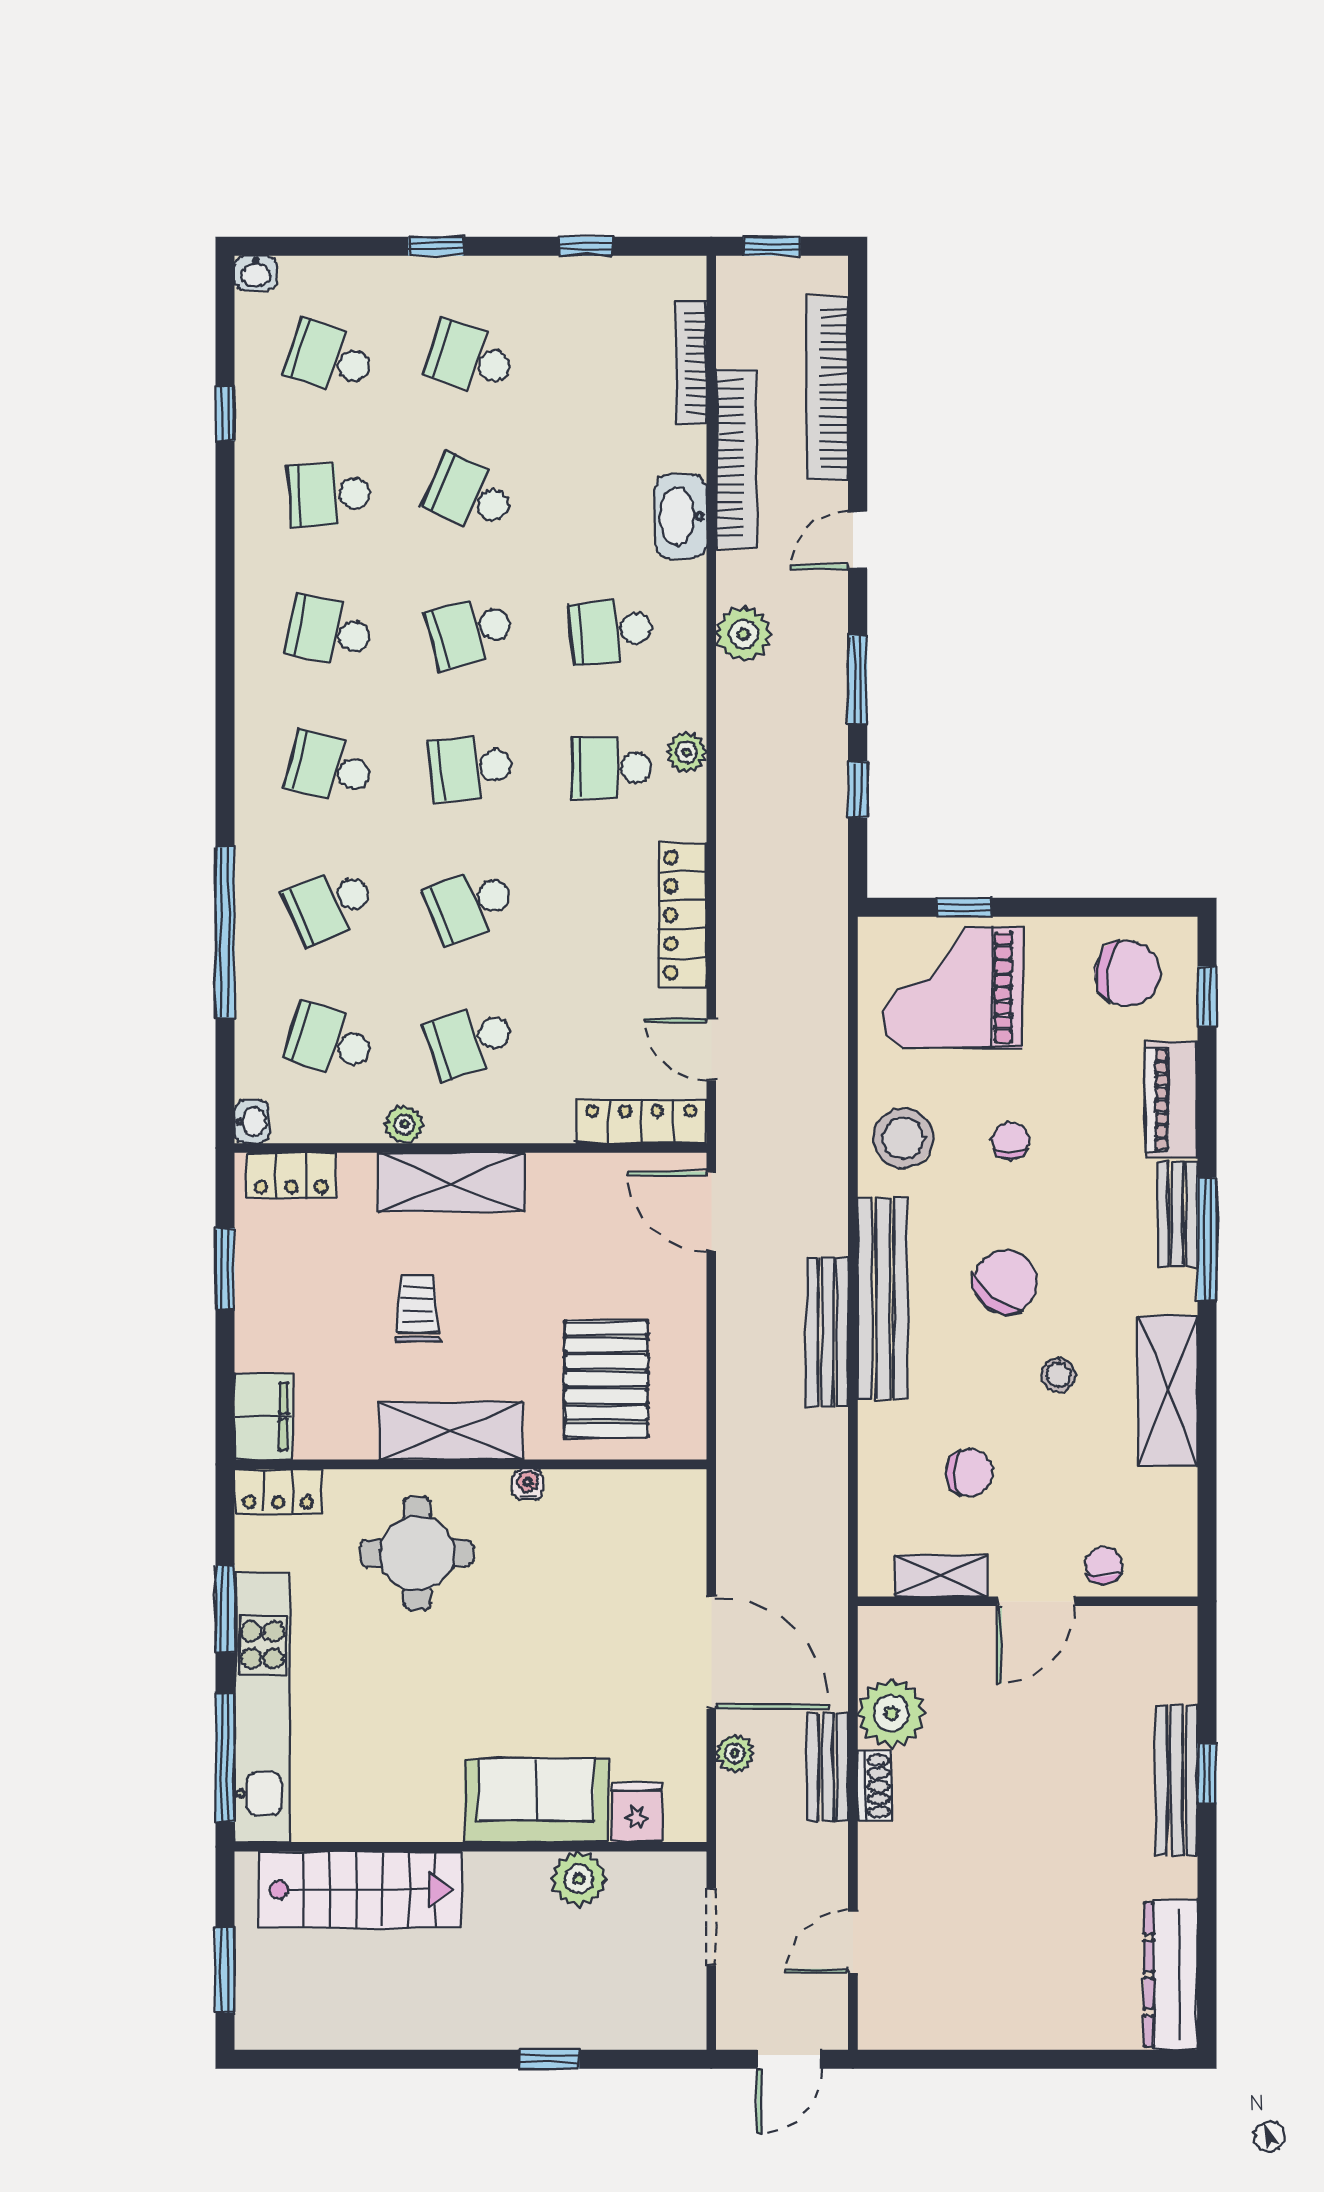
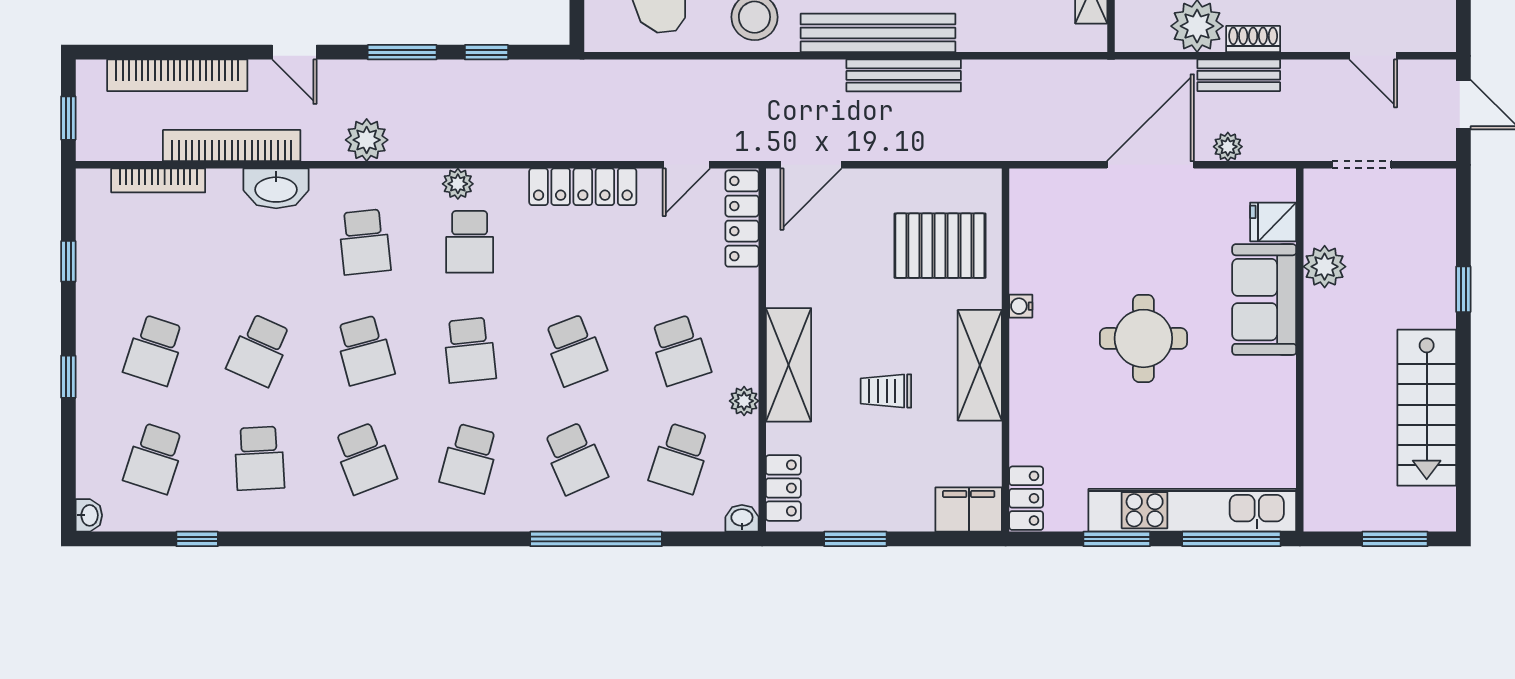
school desk: (330, 631) -> (365, 458), turned -33
round table: (417, 1553) -> (1143, 338), moved
stairs: (360, 1890) -> (1427, 408), moved, turned 180

